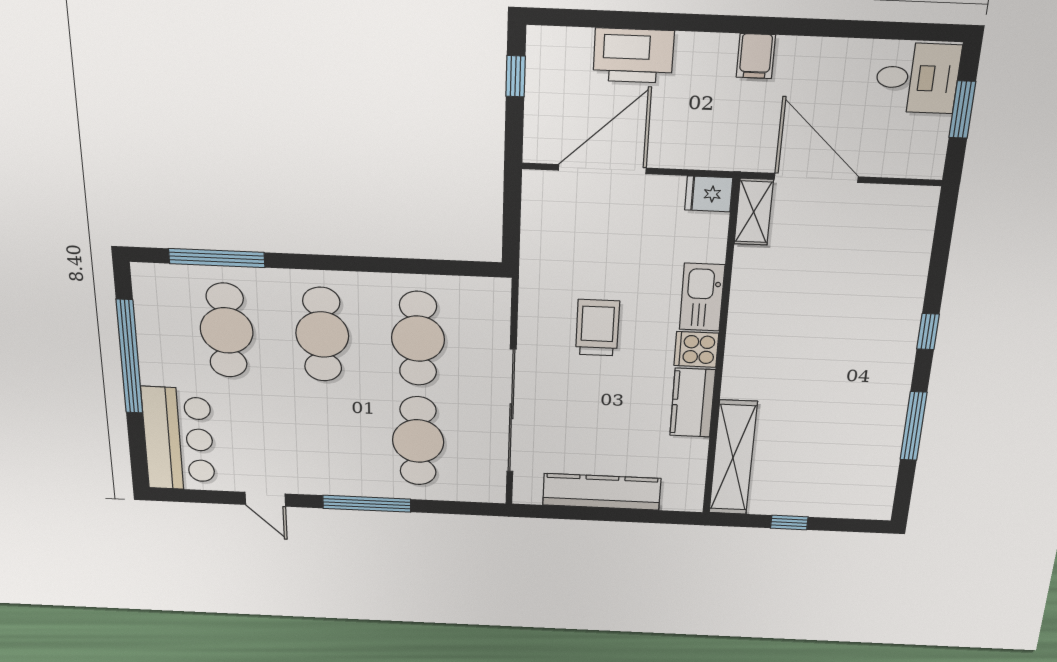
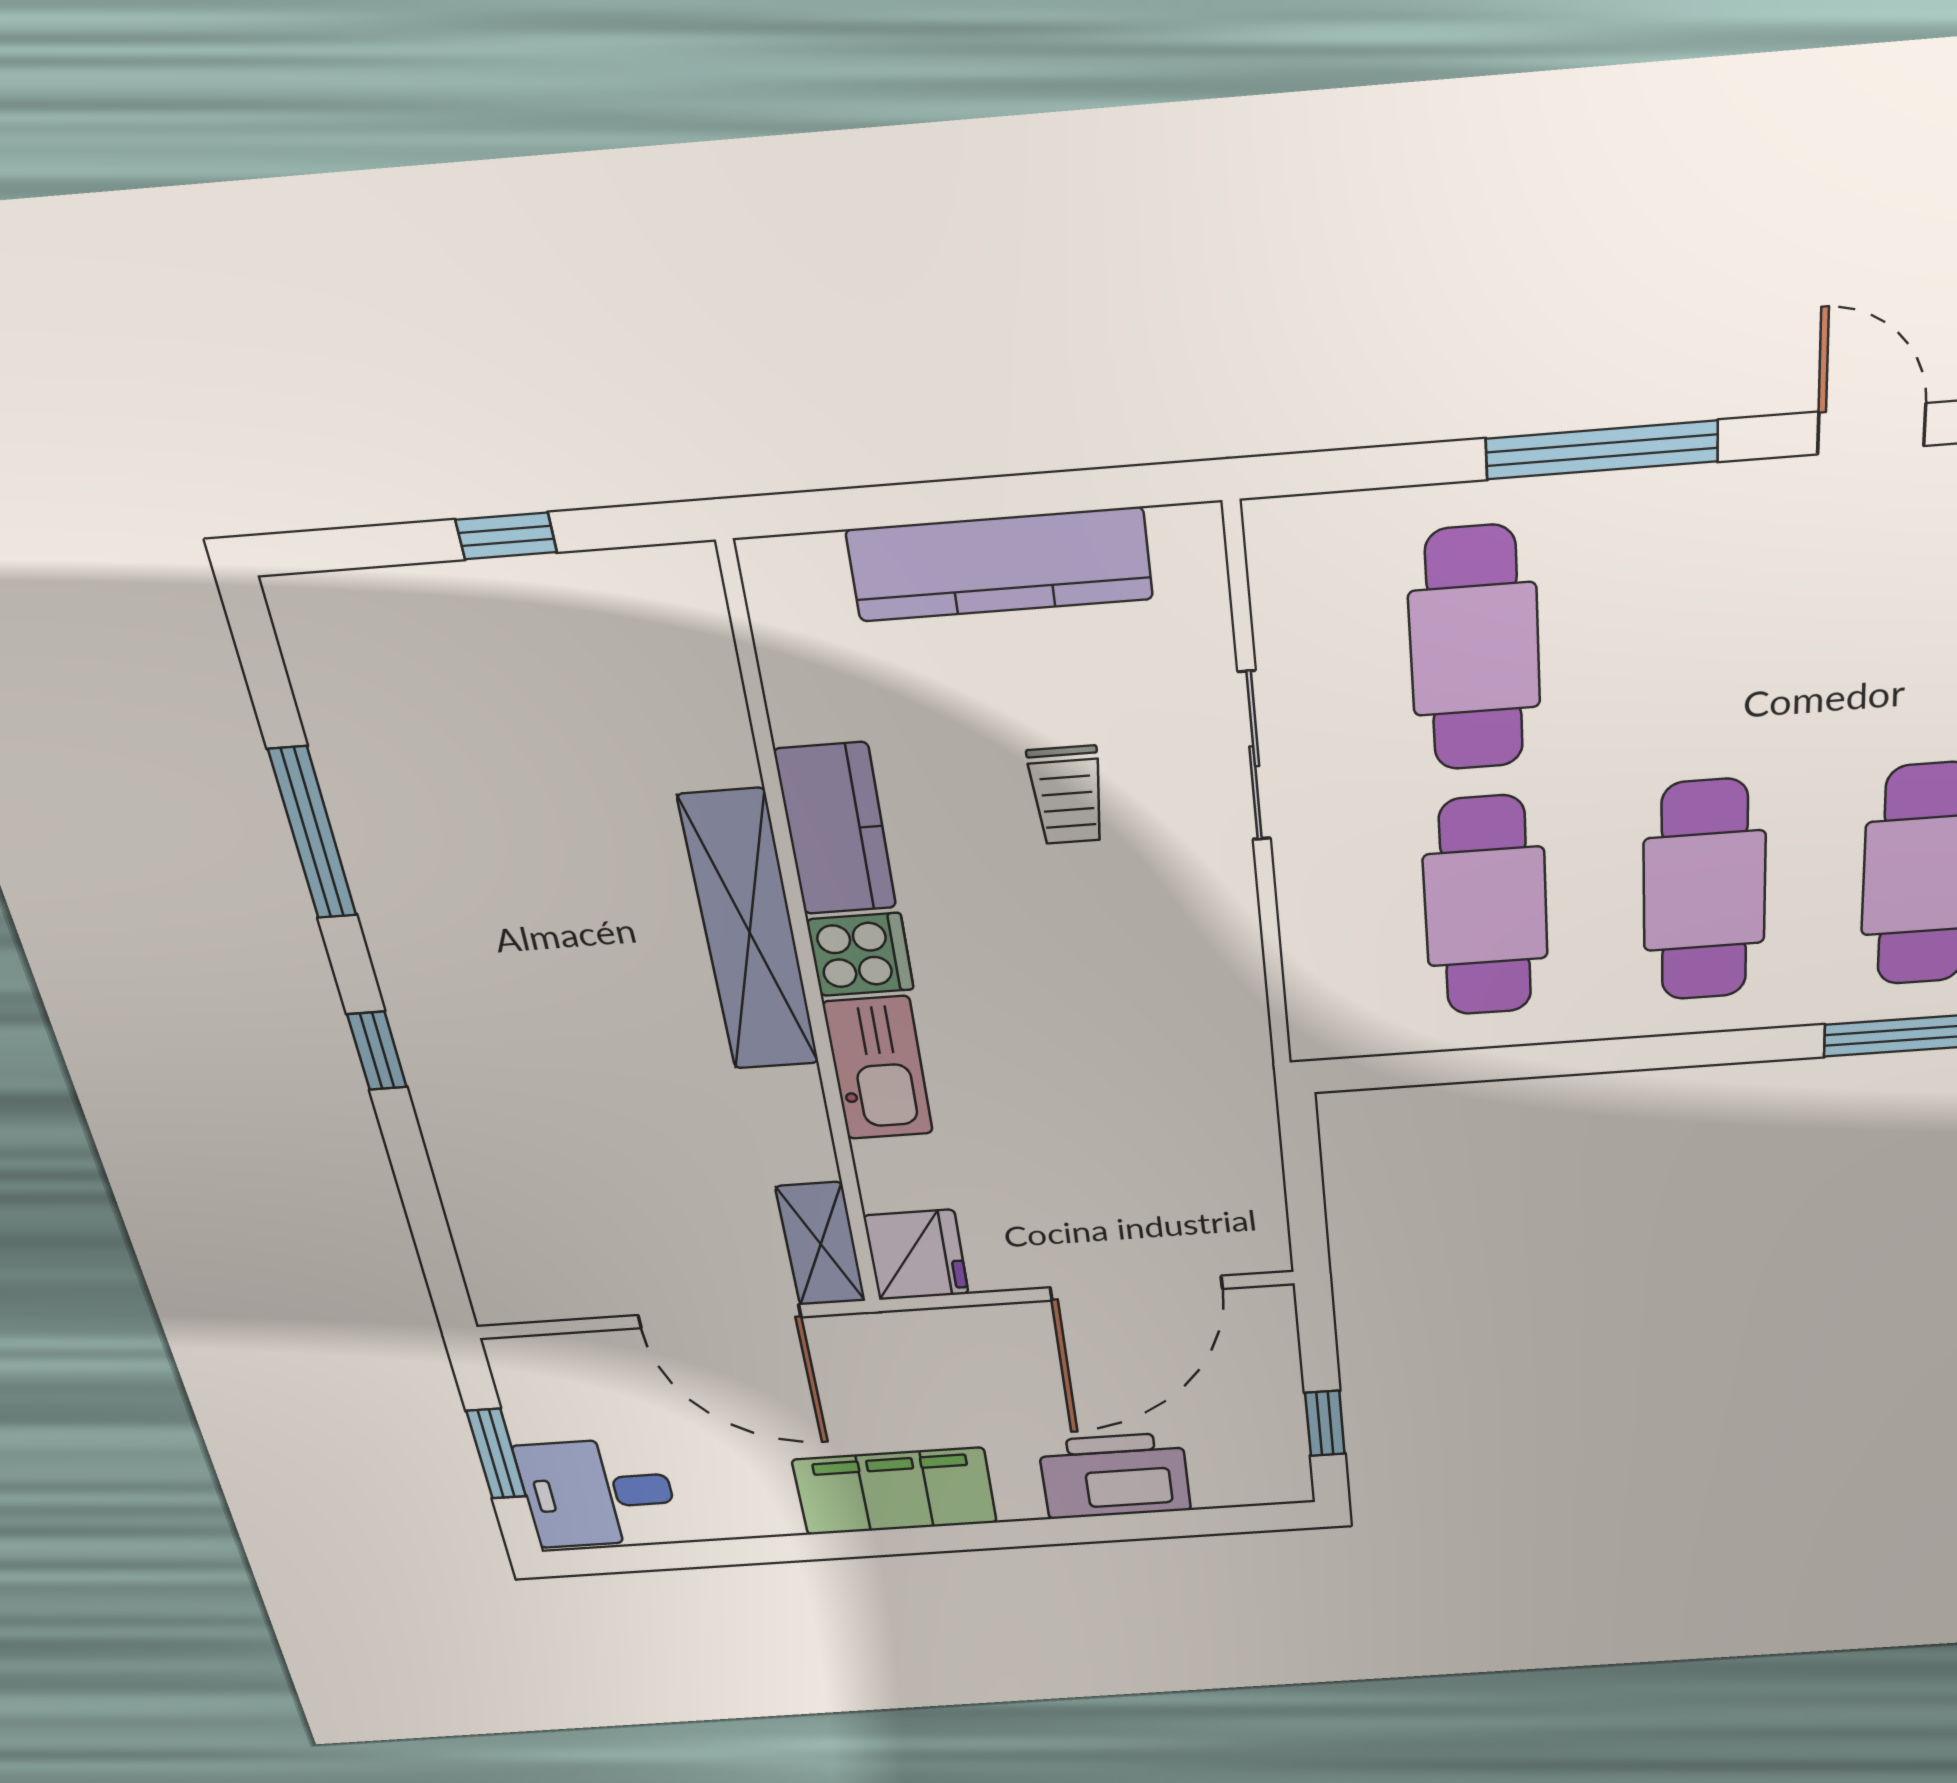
filing cabinet: (756, 56) -> (895, 1491), width x3.00, depth x1.17
fridge: (709, 194) -> (916, 1255), width x1.38
trolley: (597, 328) -> (1067, 795), moved, width x0.73, depth x0.72
sliding door: (511, 411) -> (1254, 756), width x0.54
shelving: (733, 458) -> (749, 932), moved

